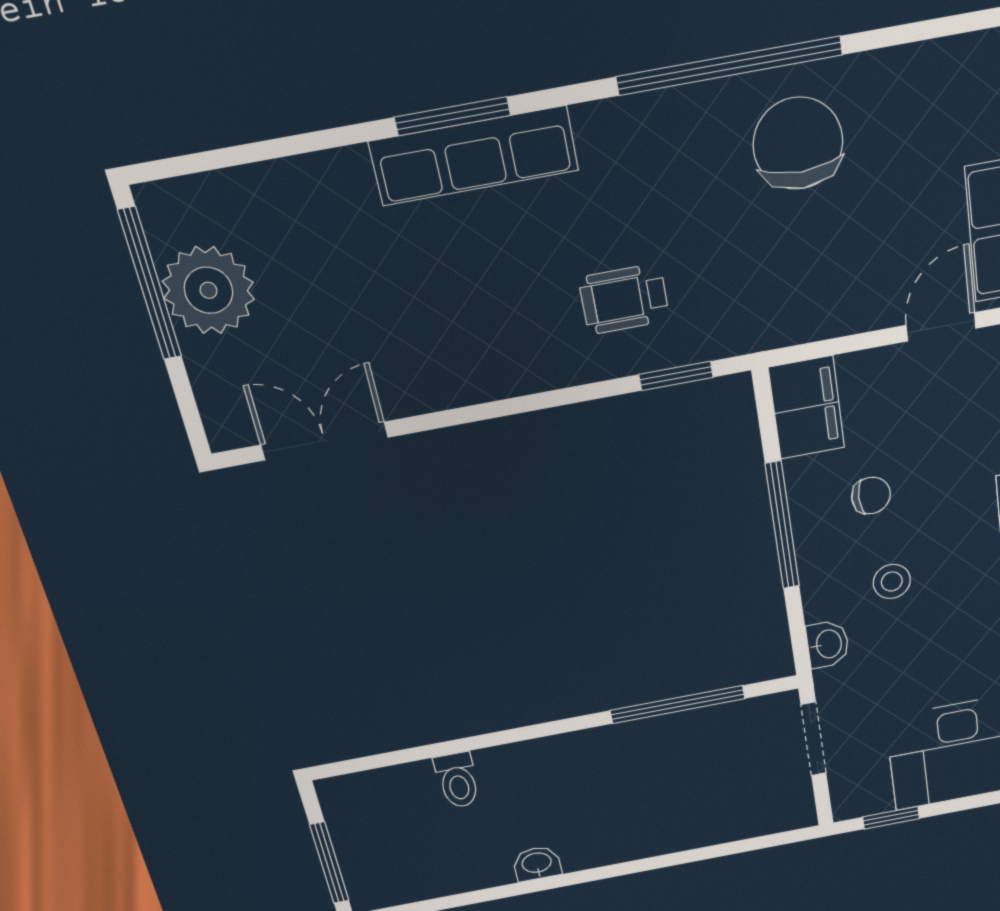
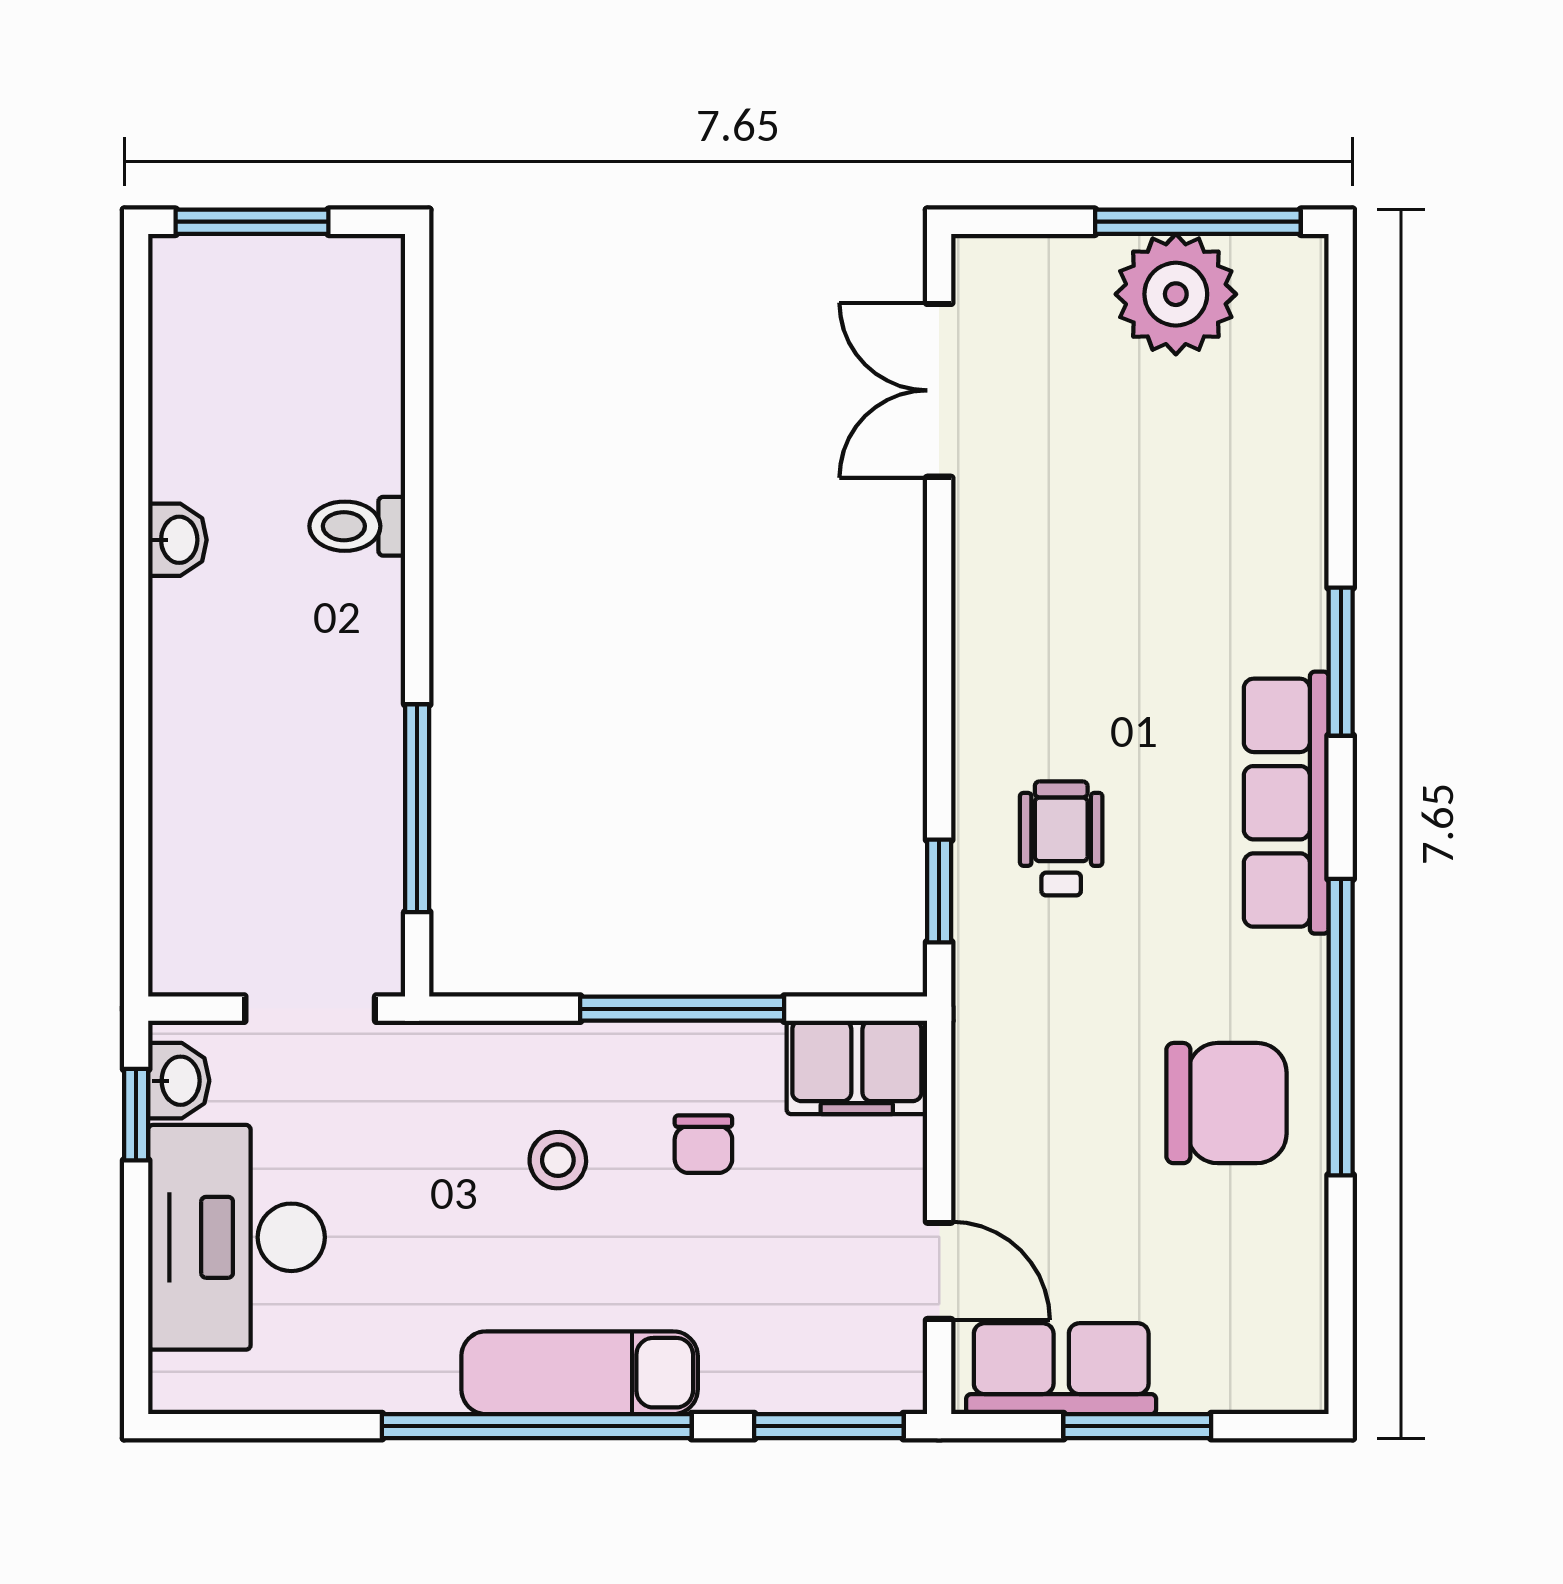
row of seats: (474, 156) -> (1286, 803), moved
double door: (324, 441) -> (939, 390), swing flipped
washbasin: (828, 644) -> (179, 1081), moved, turned -90
toilet: (457, 780) -> (357, 526), moved

